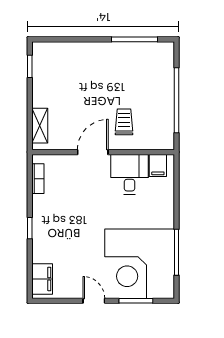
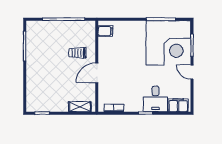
door: (93, 152) -> (97, 73), hinge flipped
desk: (129, 174) -> (155, 99), moved, turned -90
door: (94, 301) -> (192, 72), hinge flipped

